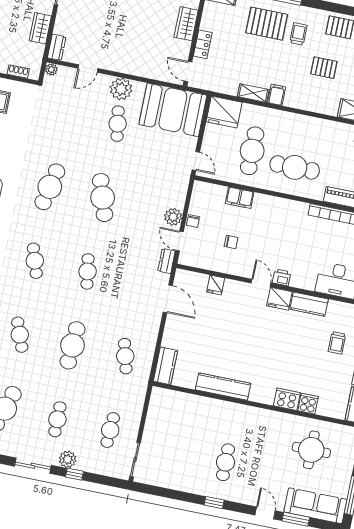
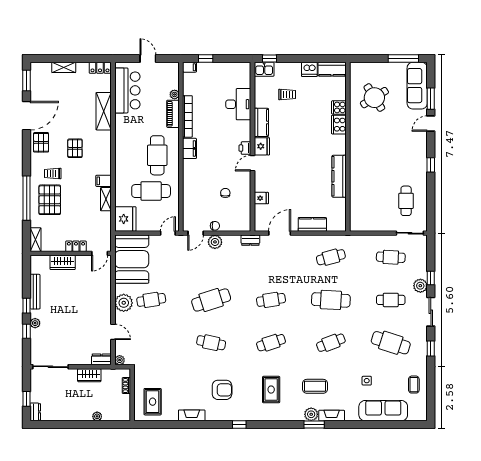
cafe table: (50, 187) -> (211, 343), width x0.73, depth x0.74
filing cabinet: (240, 198) -> (190, 148), moved
door: (180, 241) -> (196, 233), moved
kitchen counter: (165, 366) -> (312, 224), moved
round table: (311, 450) -> (374, 98), turned -32
cafe table: (226, 462) -> (406, 201), moved, turned 90

